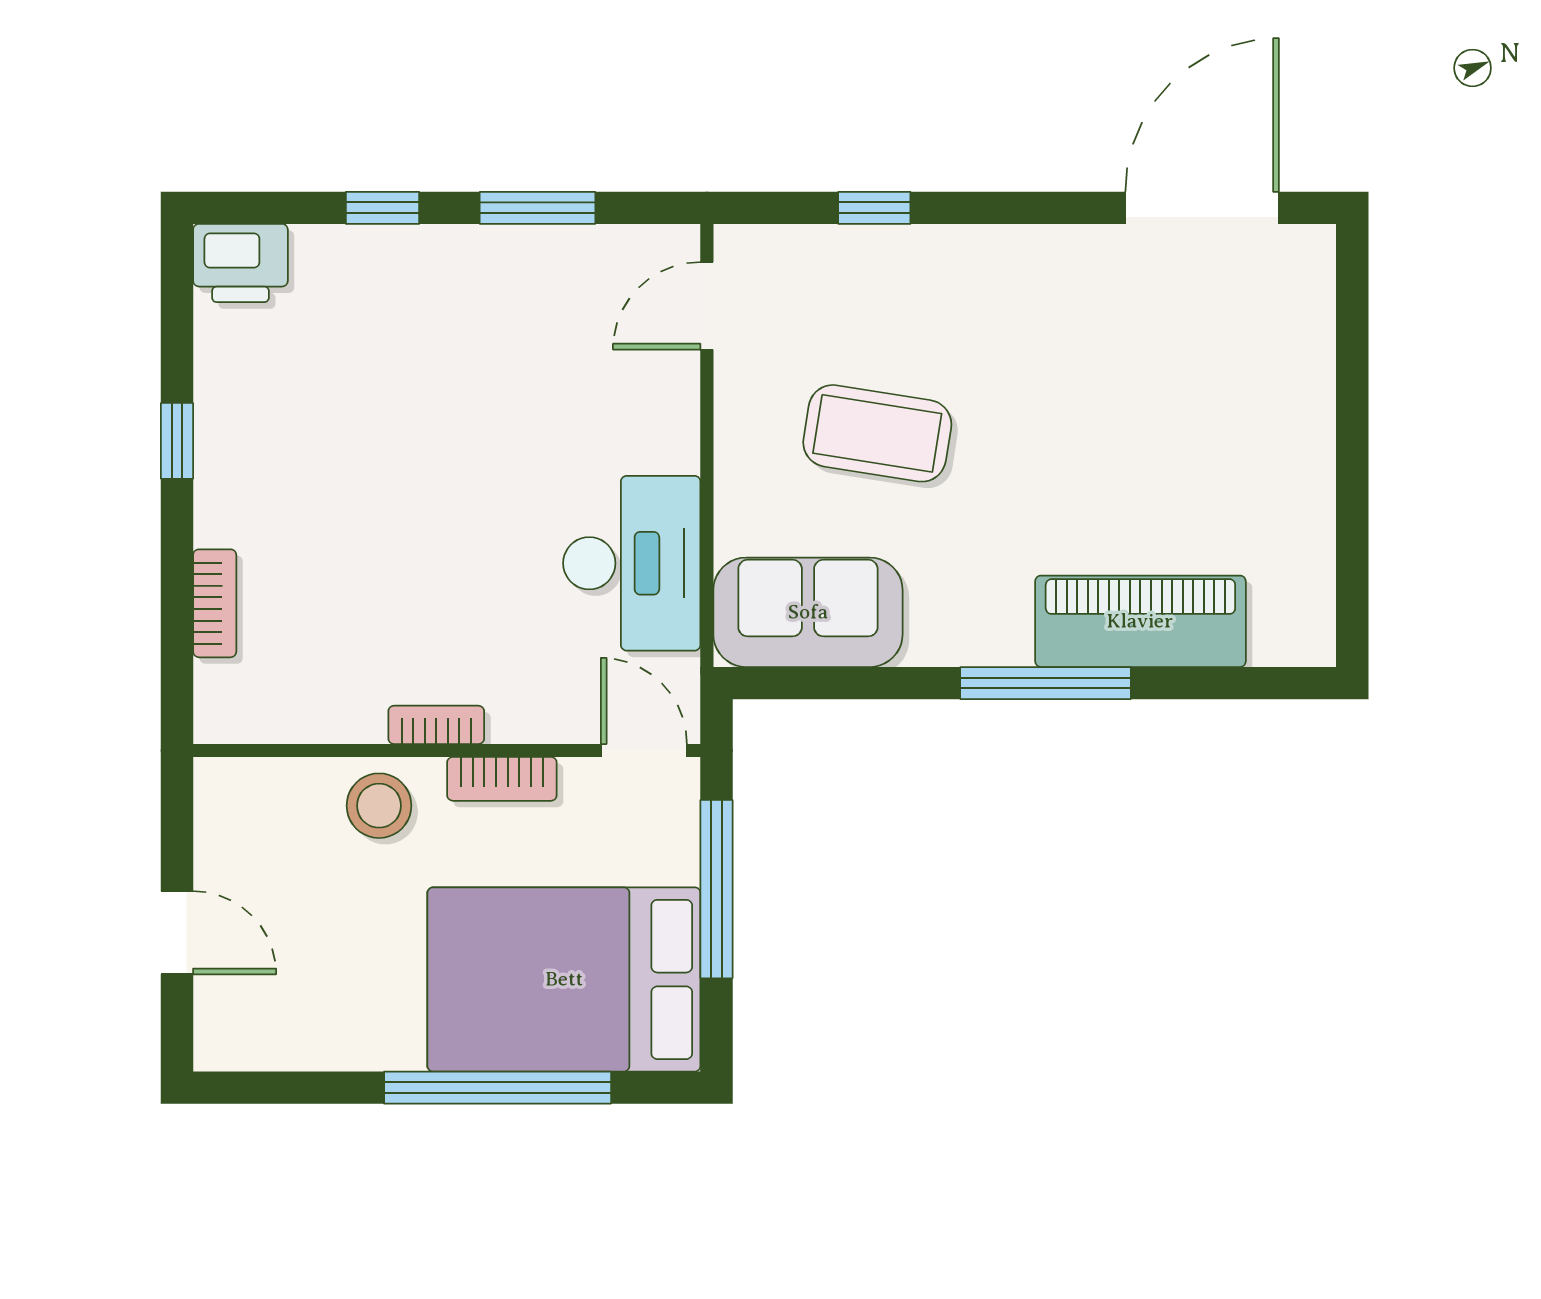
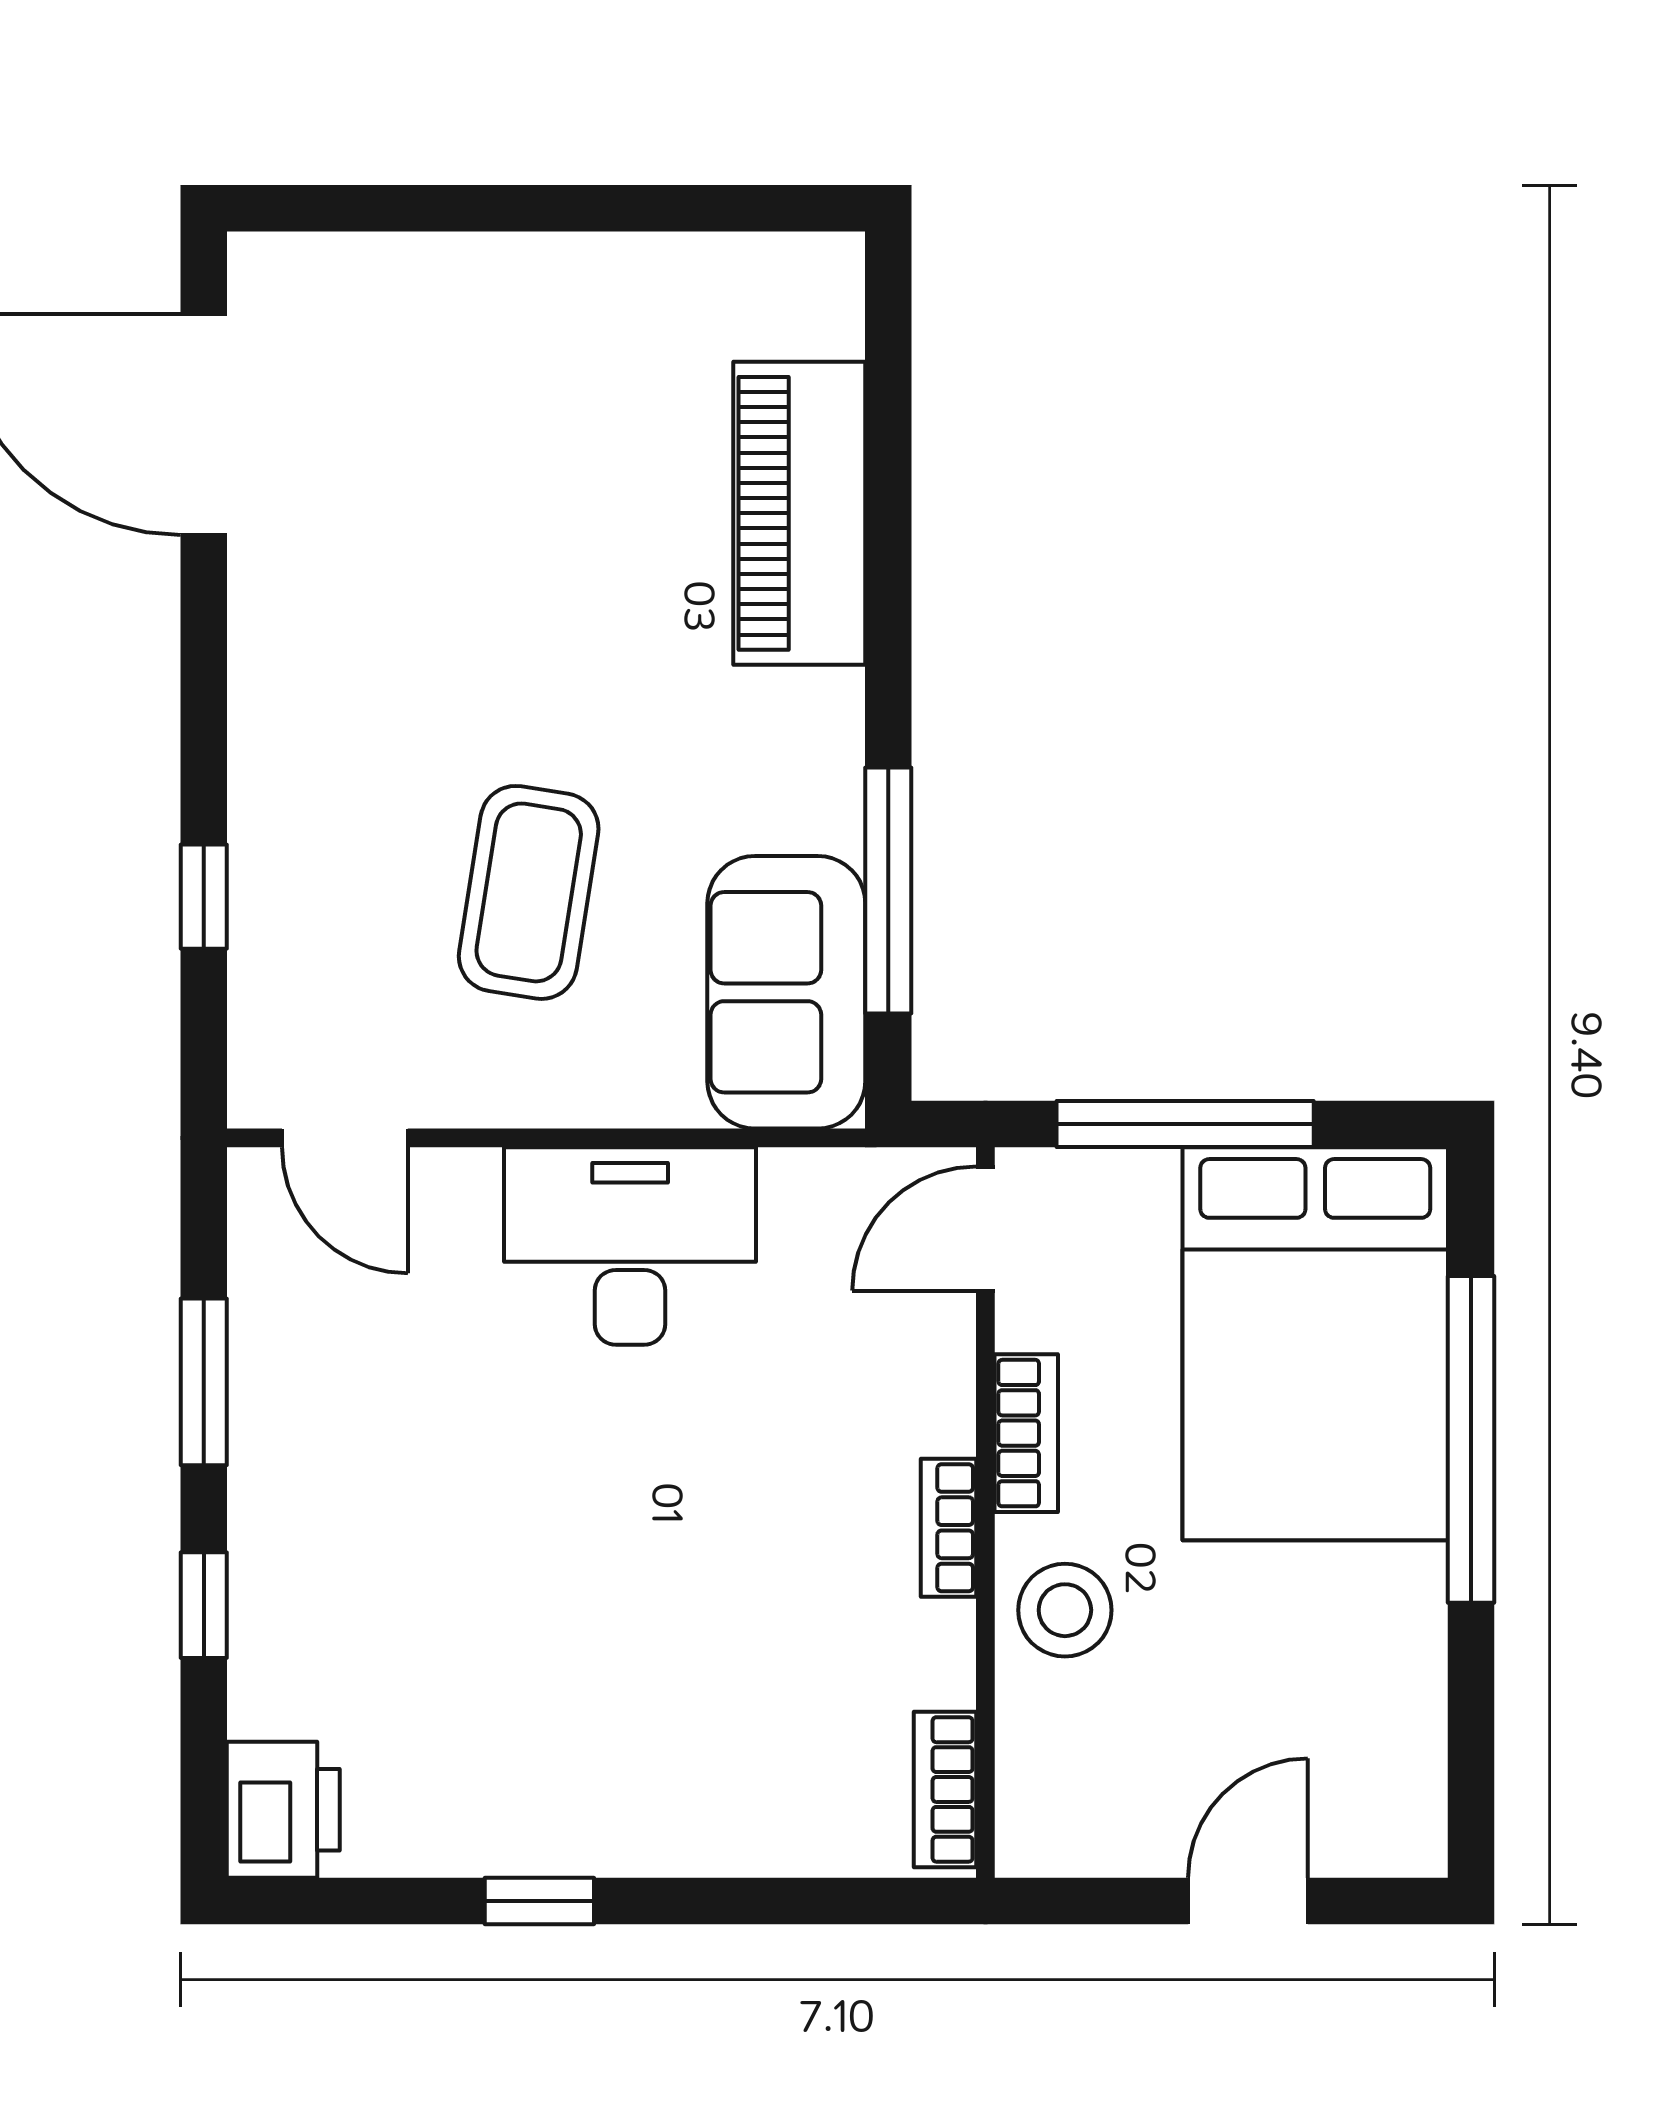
desk: (632, 563) -> (630, 1246), moved
bookcase: (215, 603) -> (945, 1789), moved, turned -90
window: (1045, 683) -> (888, 891), moved

